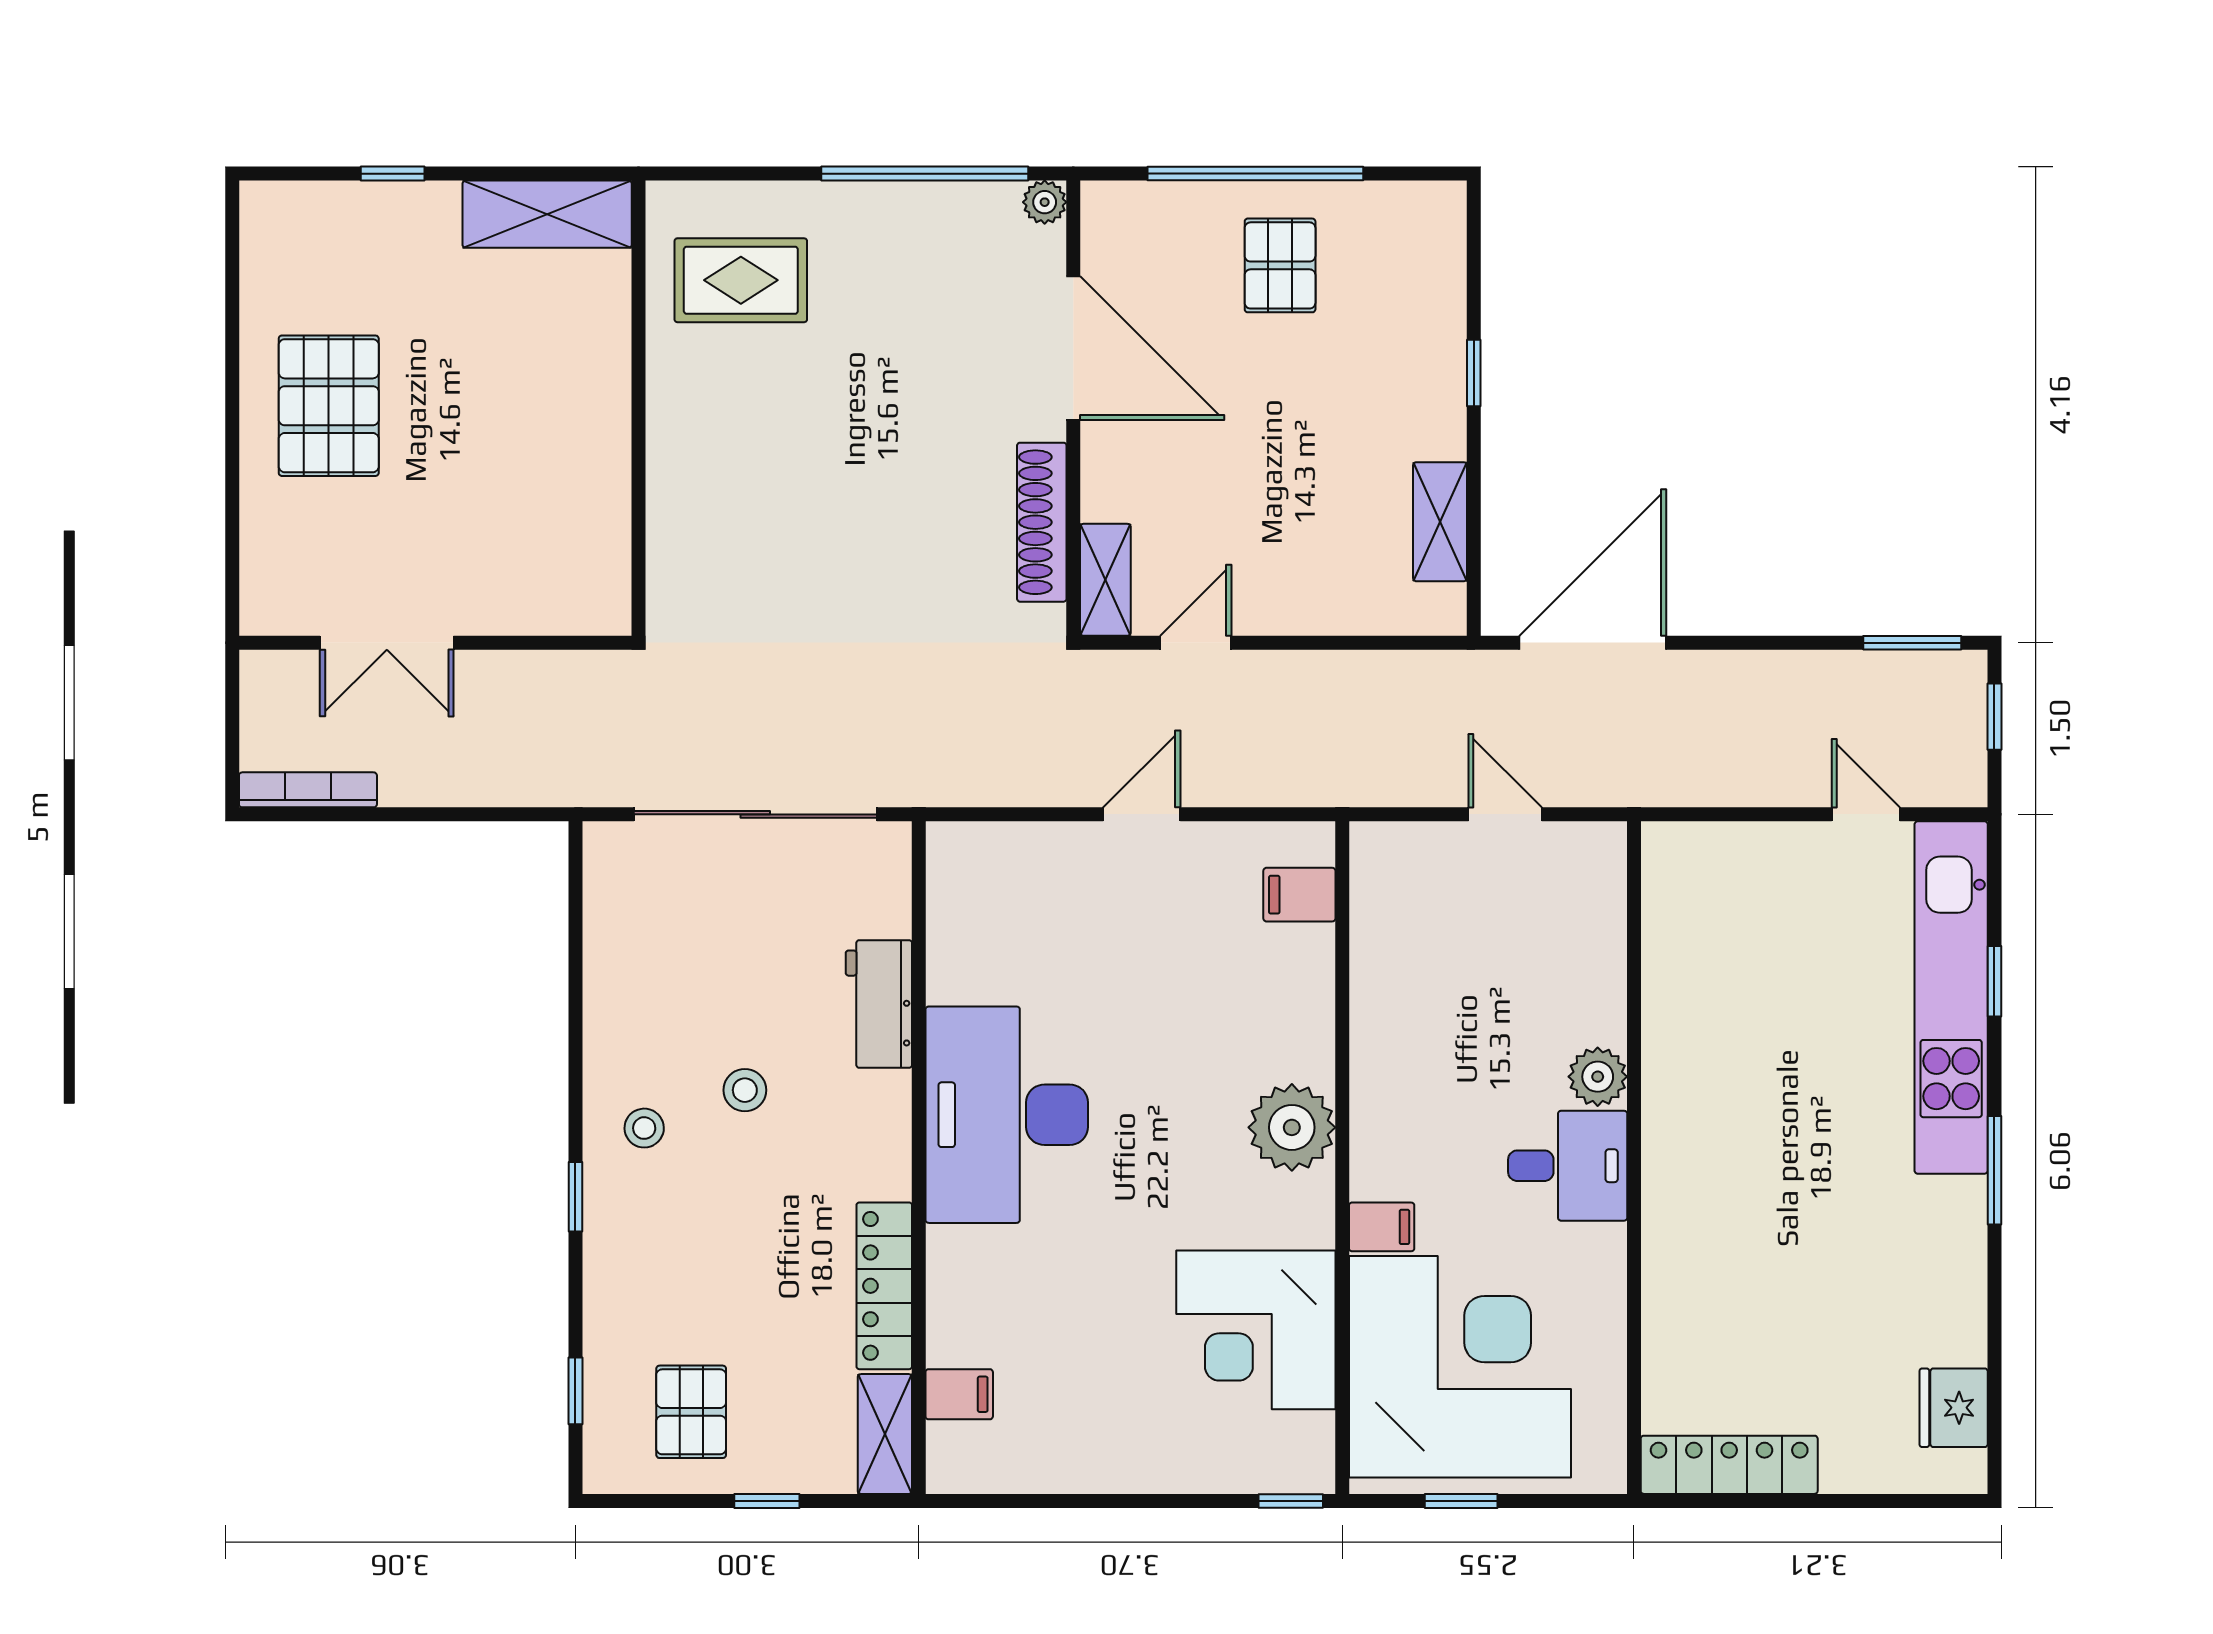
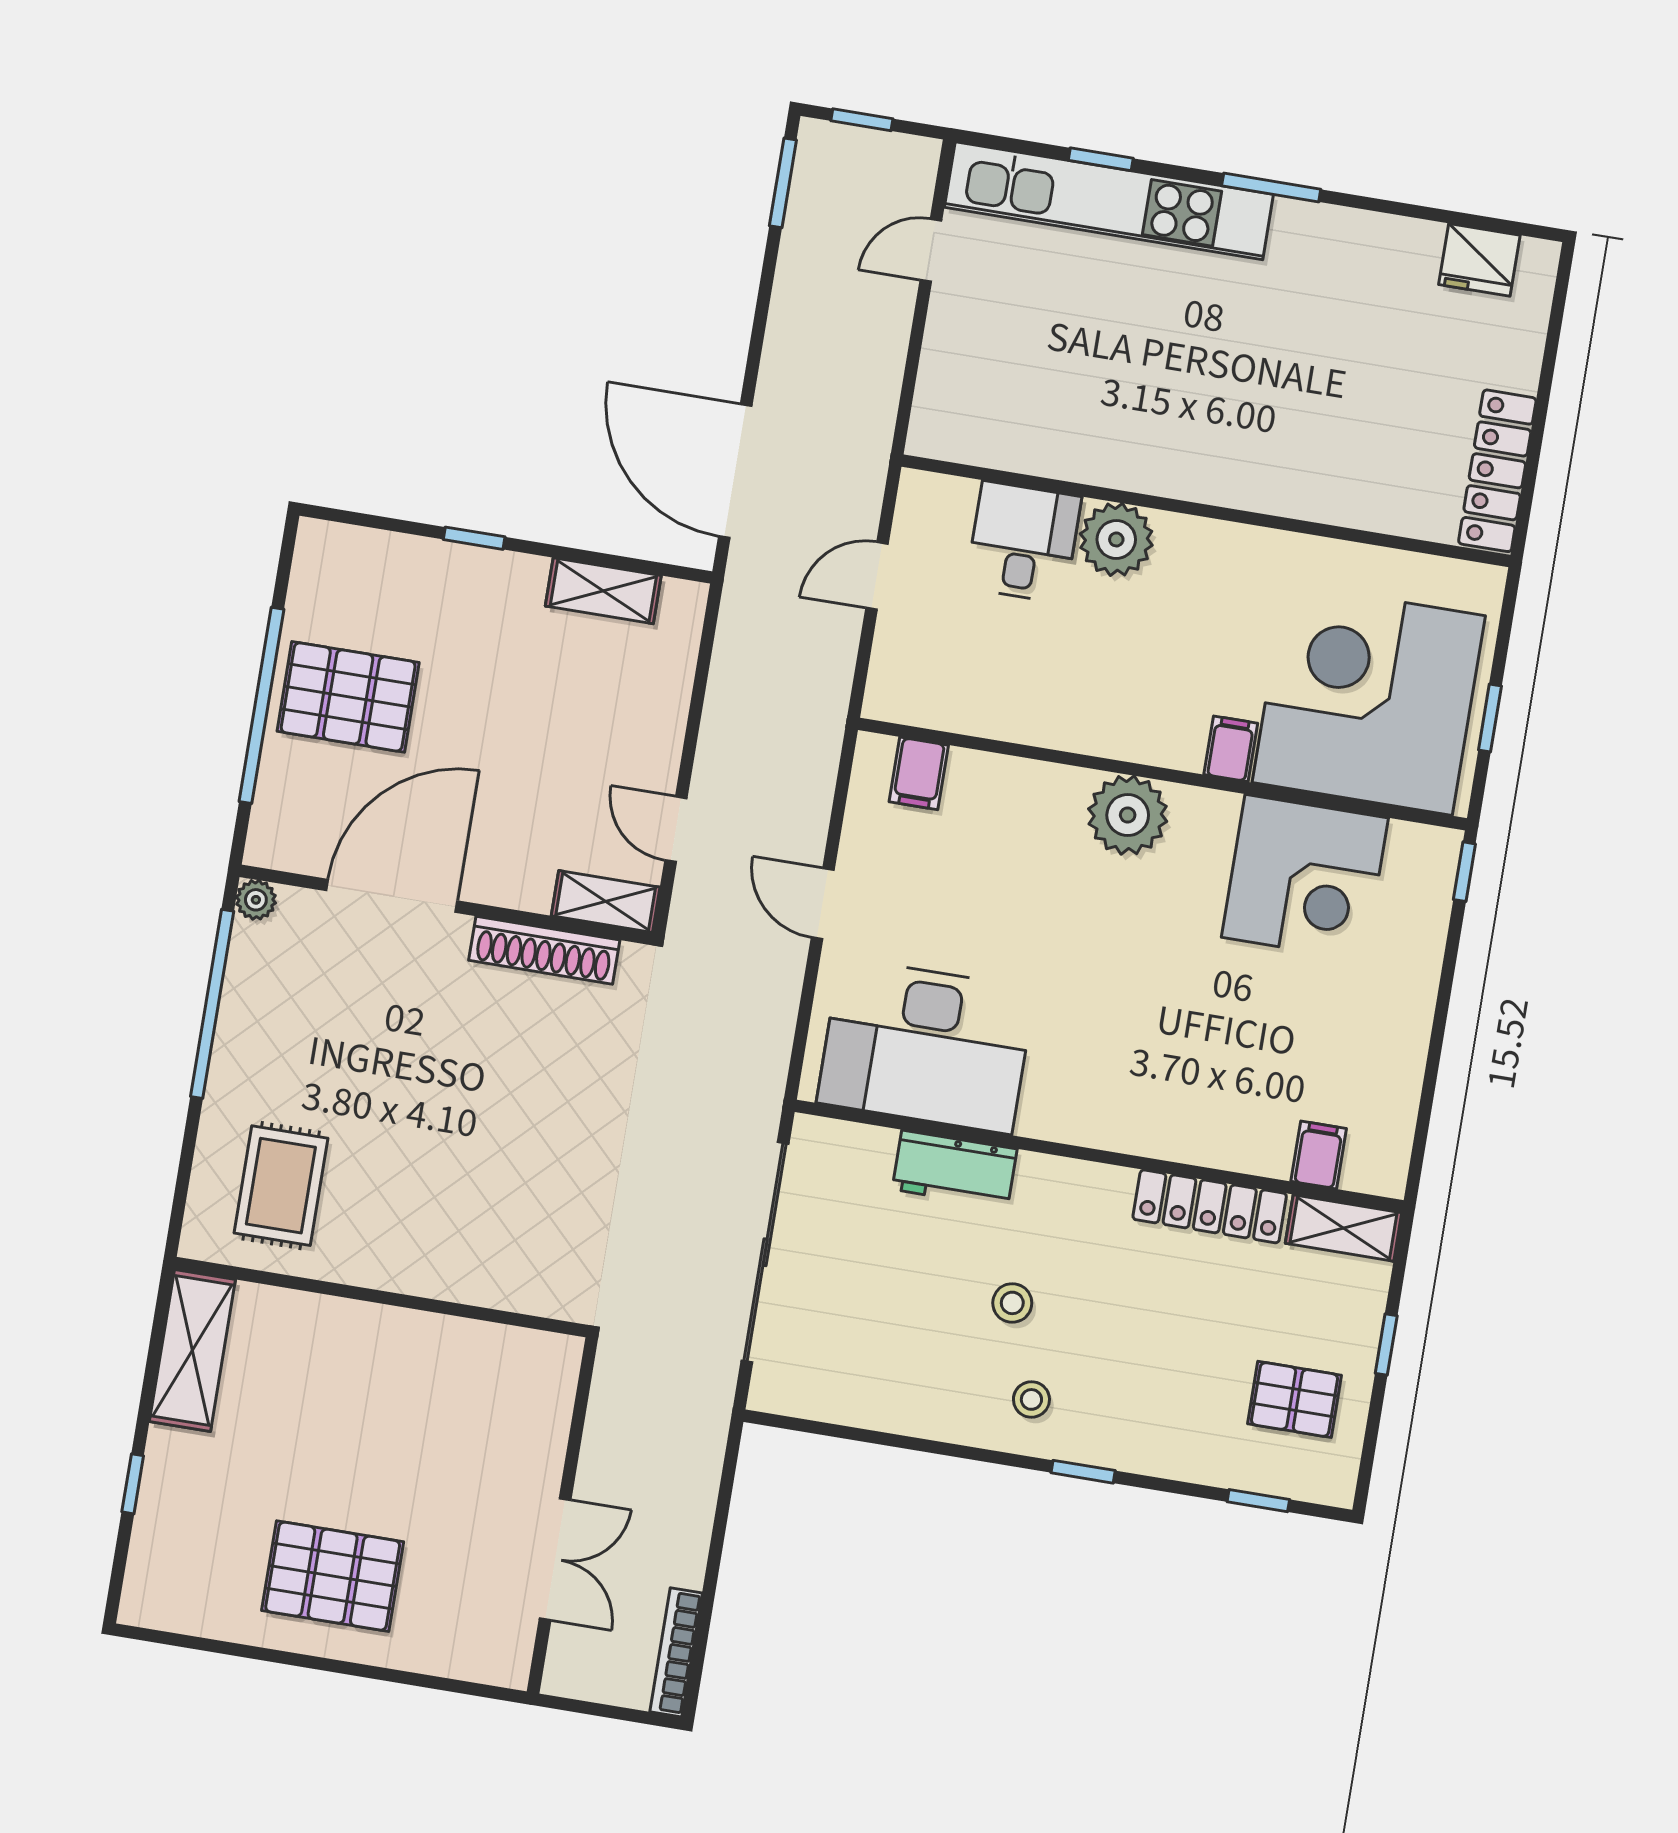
pallet: (1280, 265) -> (348, 697), width x1.50, depth x1.42
plant: (1598, 1077) -> (1116, 539), width x1.36, depth x1.36
desk: (1007, 1115) -> (926, 1046), moved
desk: (1568, 1166) -> (1023, 542), moved

